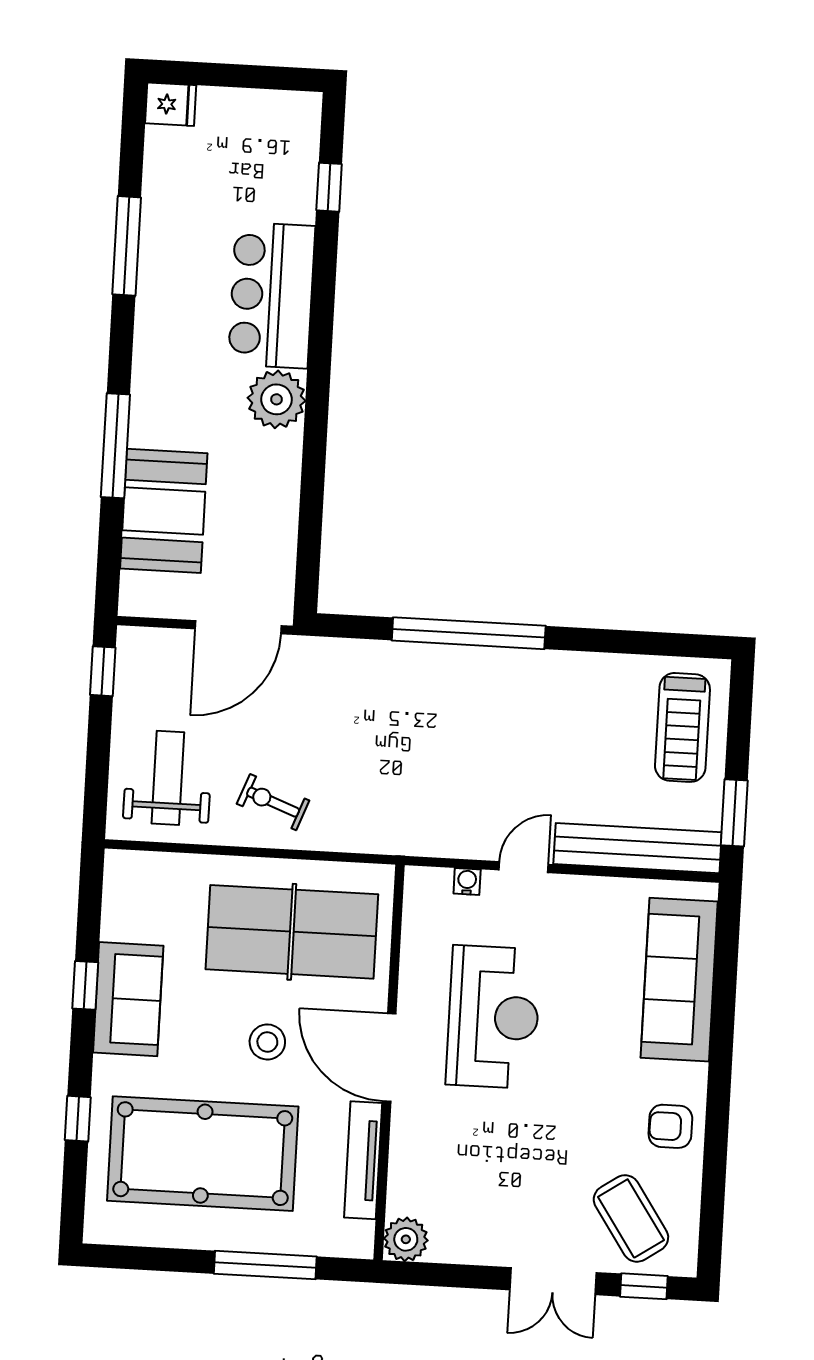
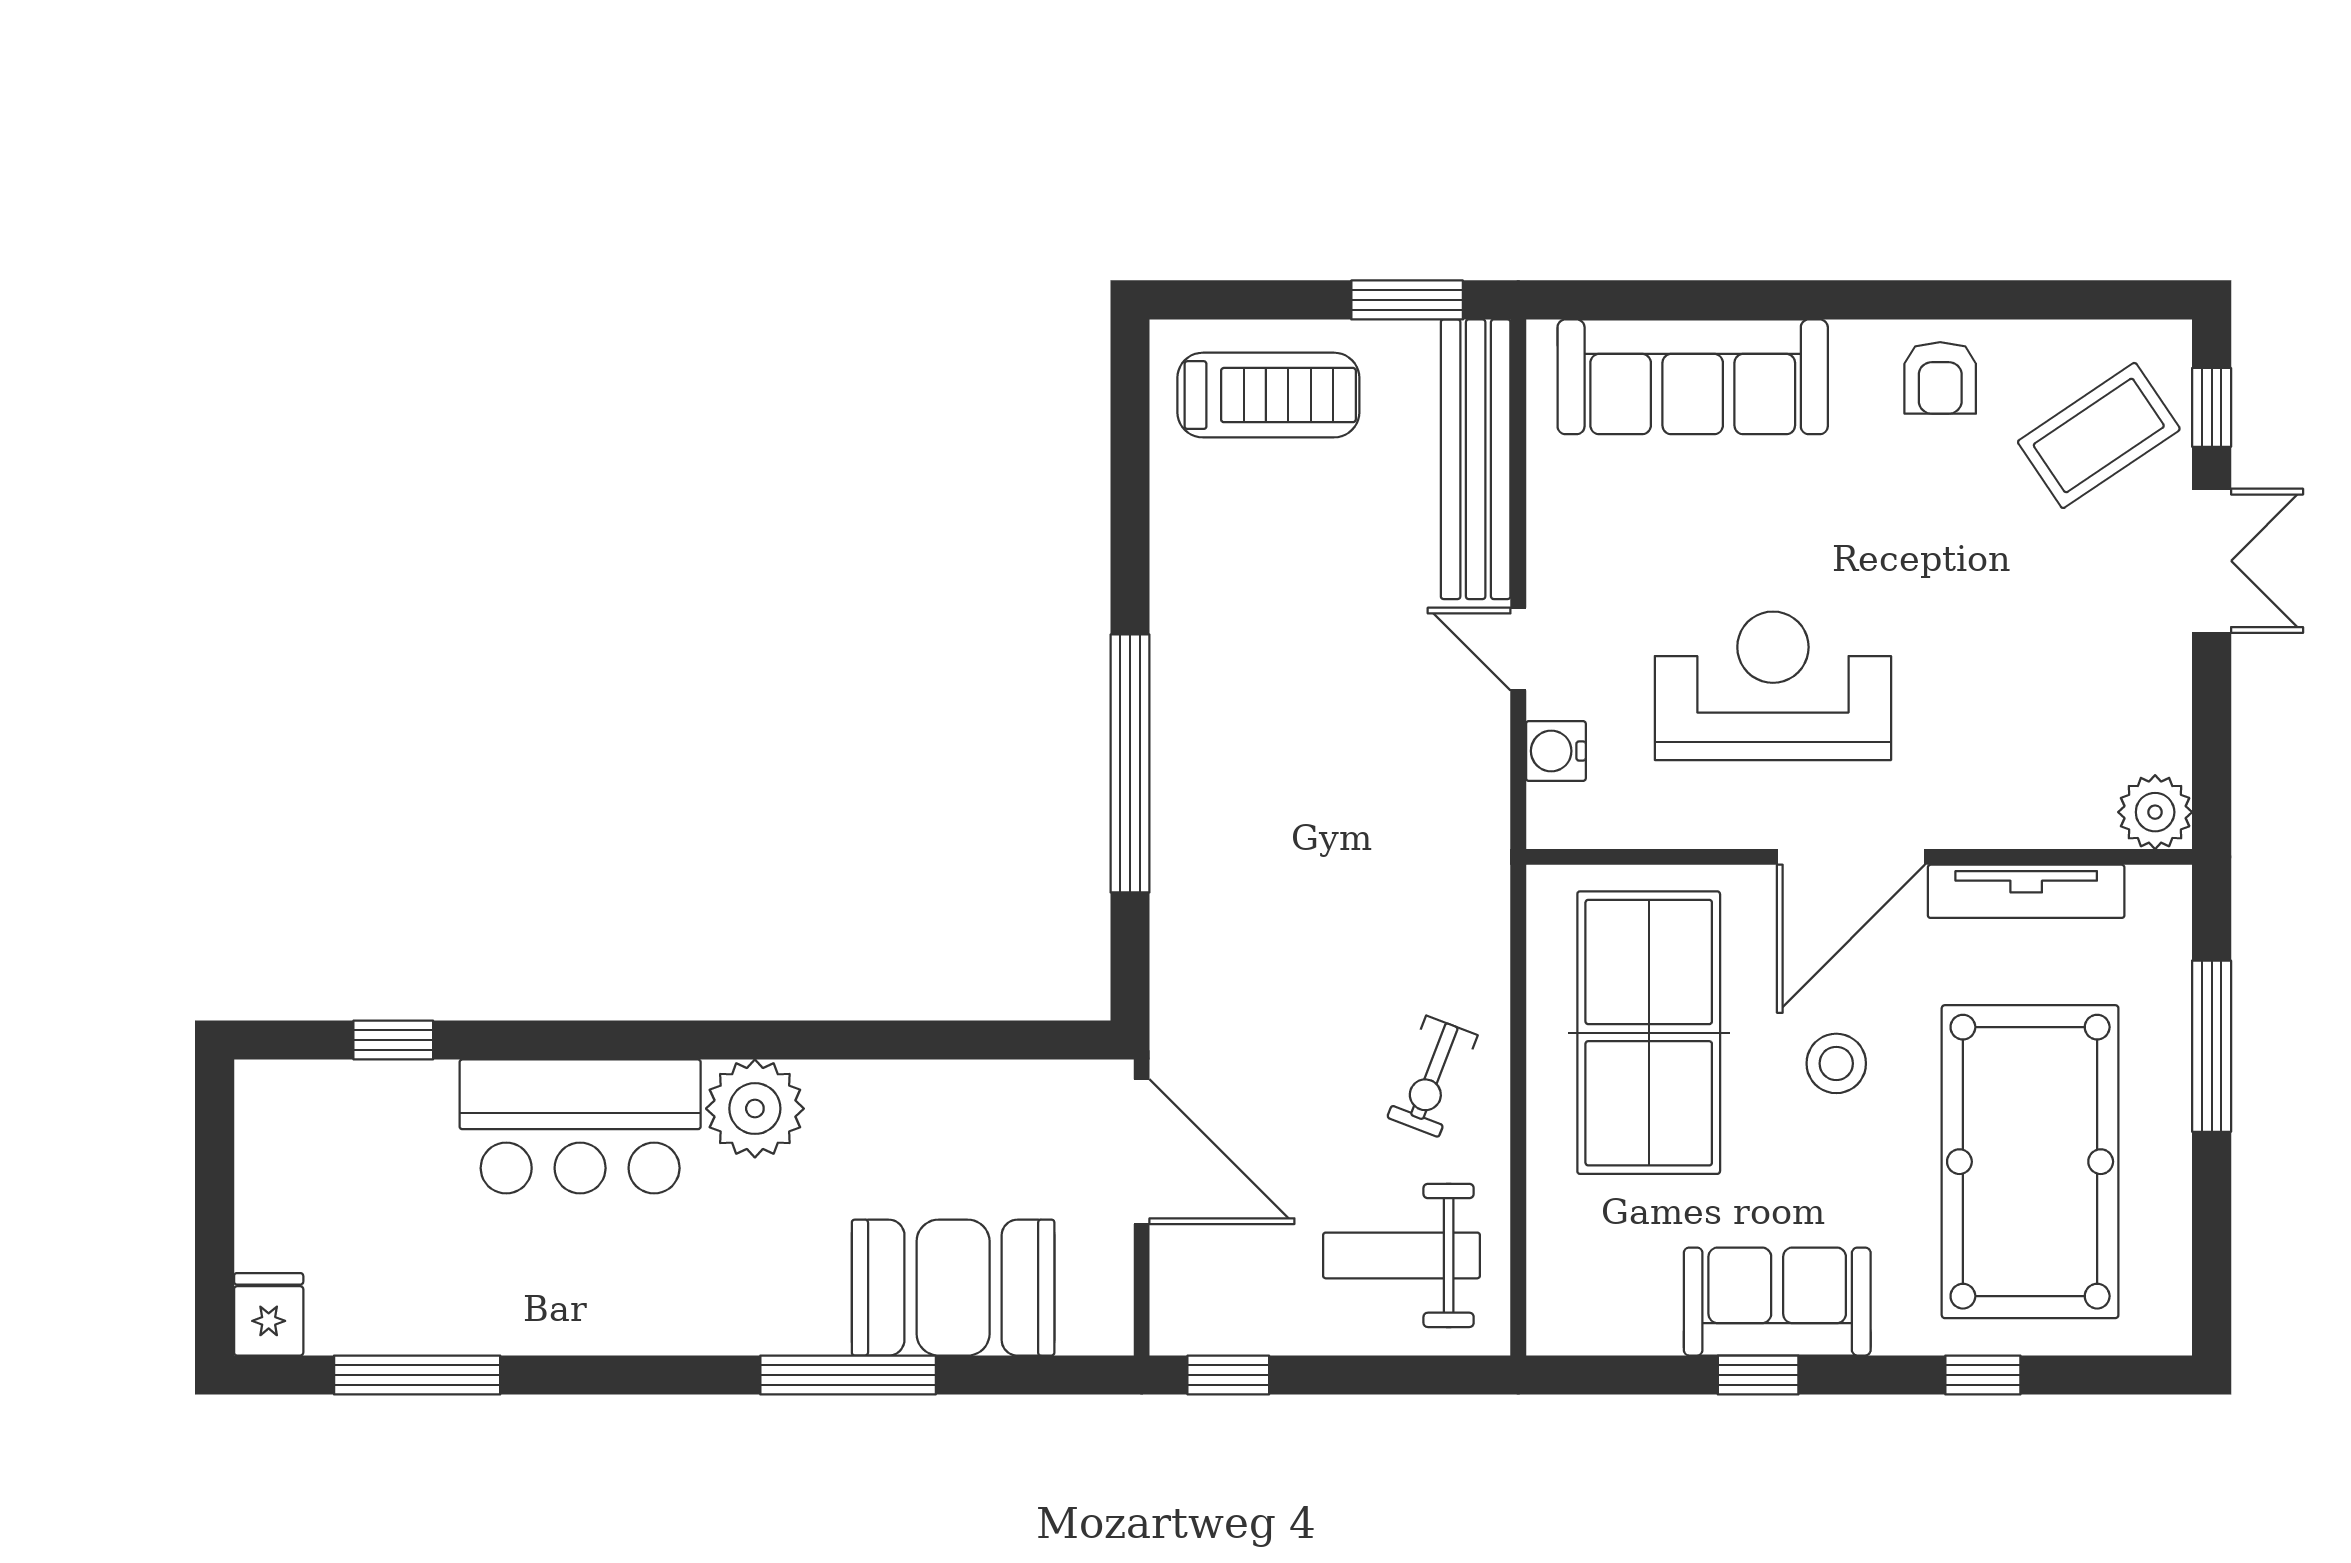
window: (127, 246) -> (417, 1375), moved
water cooler: (467, 882) -> (1556, 751), width x1.38, depth x1.38

